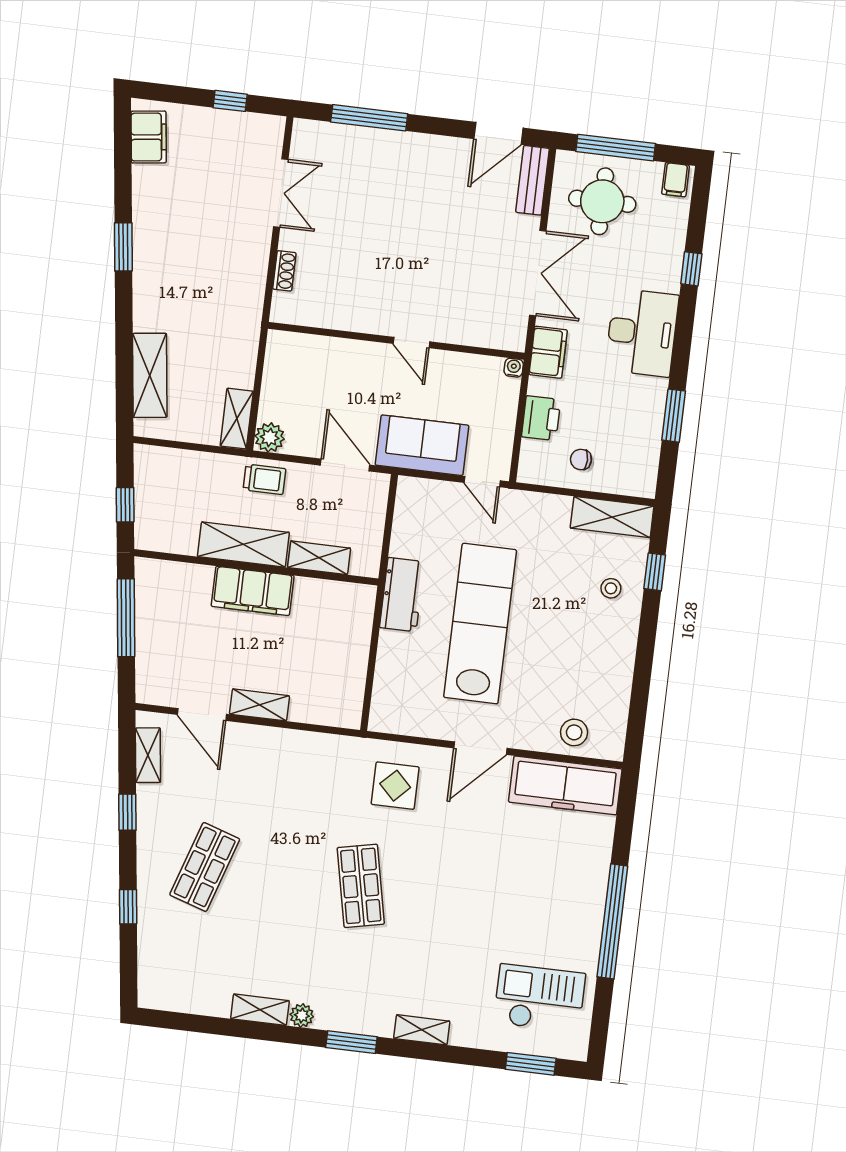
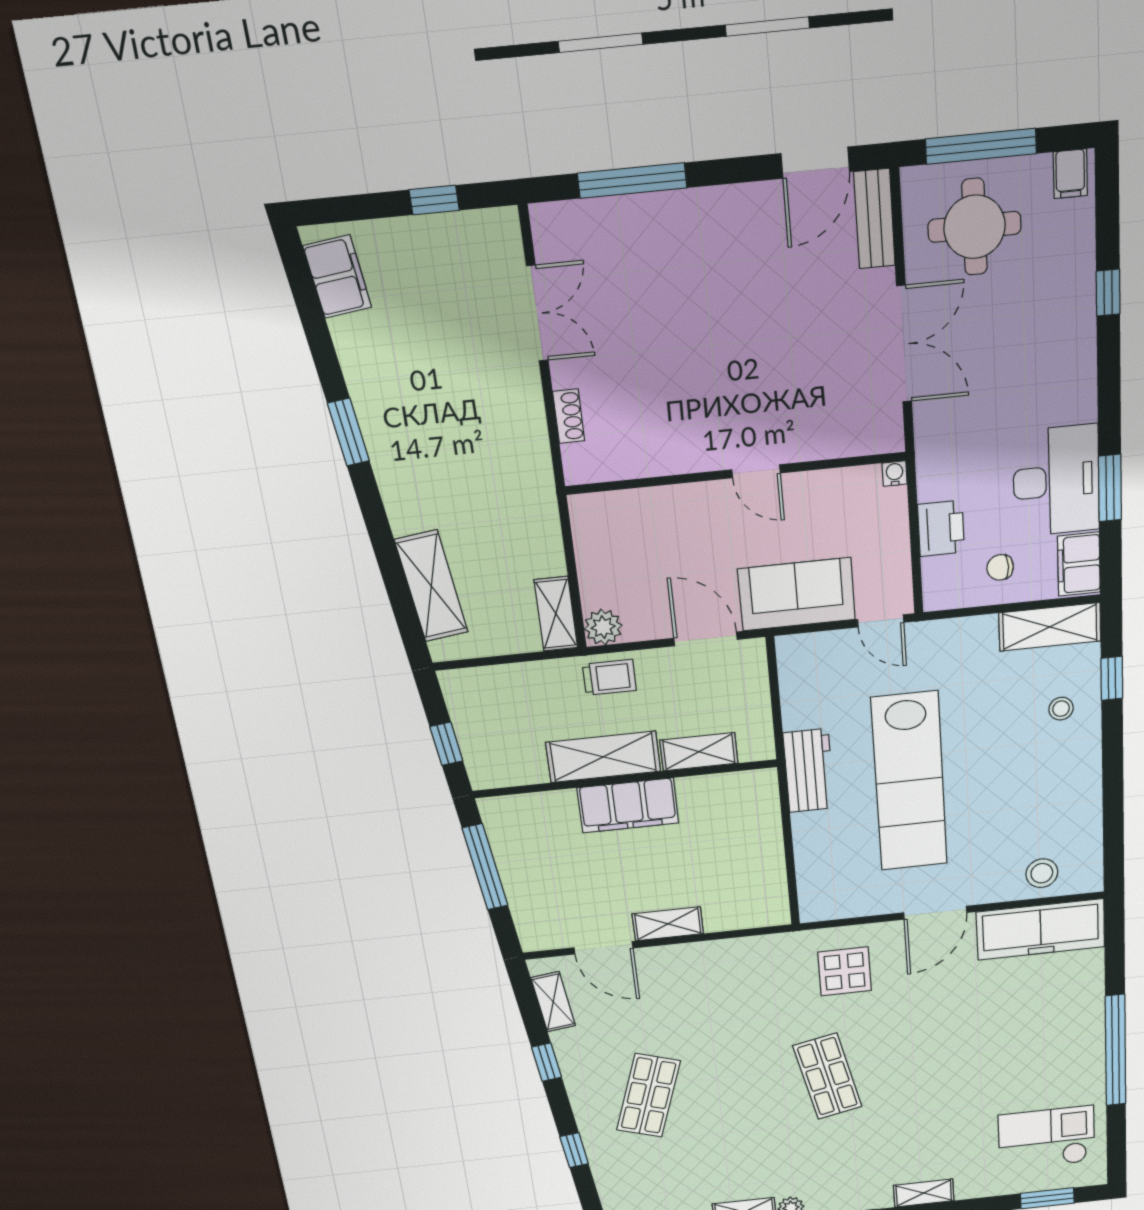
desk: (642, 333) -> (1056, 481), moved
filing cabinet: (548, 352) -> (1079, 564), moved, turned 180
lab bench: (480, 624) -> (909, 782), turned 180

